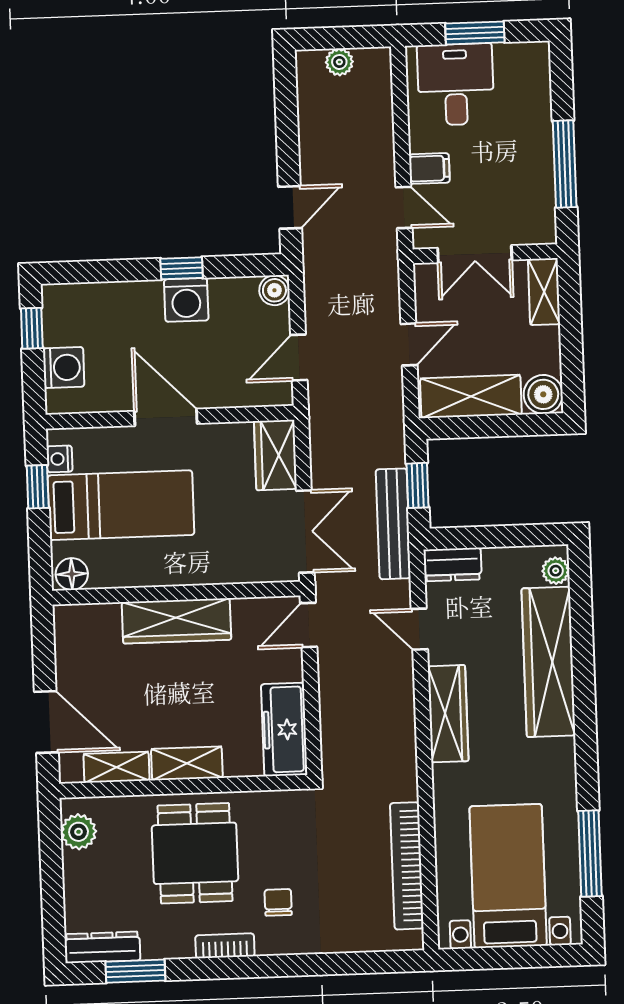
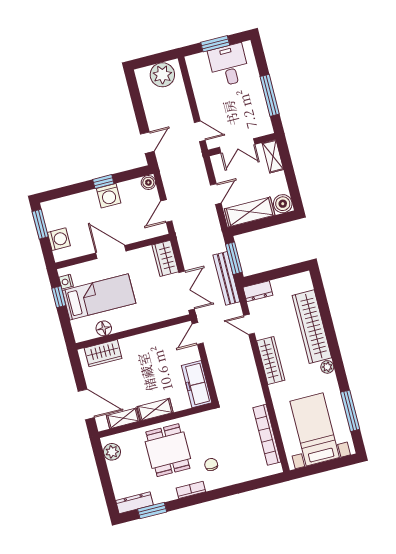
plant: (339, 62) -> (162, 75), width x1.88, depth x1.88
desk: (456, 84) -> (229, 65), moved
filing cabinet: (429, 168) -> (208, 111), removed
window: (32, 328) -> (40, 224), width x1.50
window: (418, 485) -> (234, 258), width x1.50
plant: (556, 571) -> (327, 367), moved
floor lamp: (72, 574) -> (104, 328), moved
wardrobe: (176, 621) -> (103, 353), moved, width x0.67

